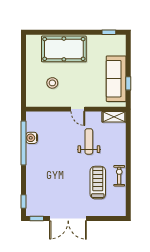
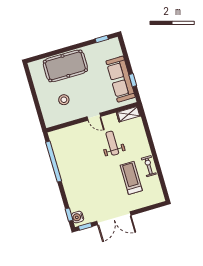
water cooler: (32, 138) -> (78, 217), moved

